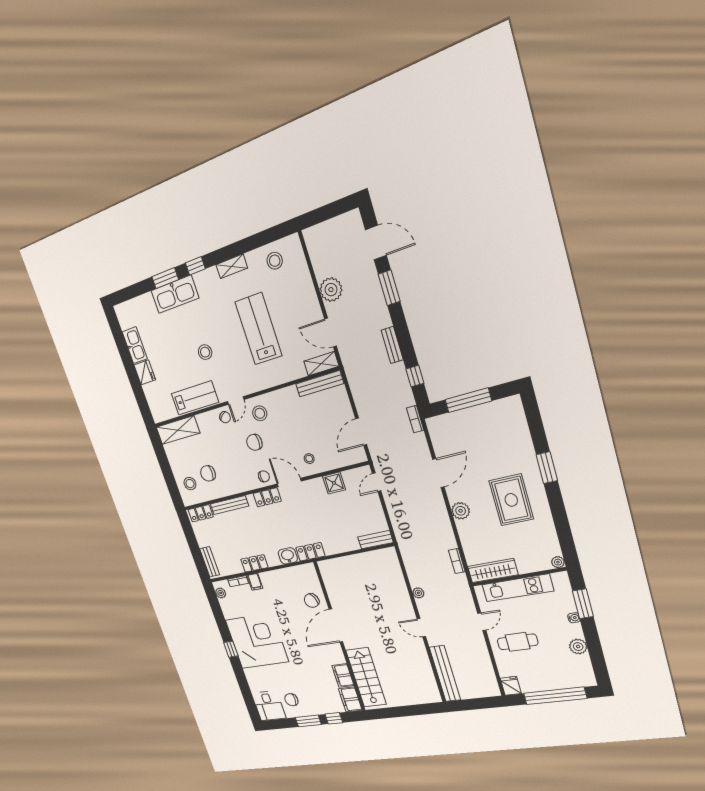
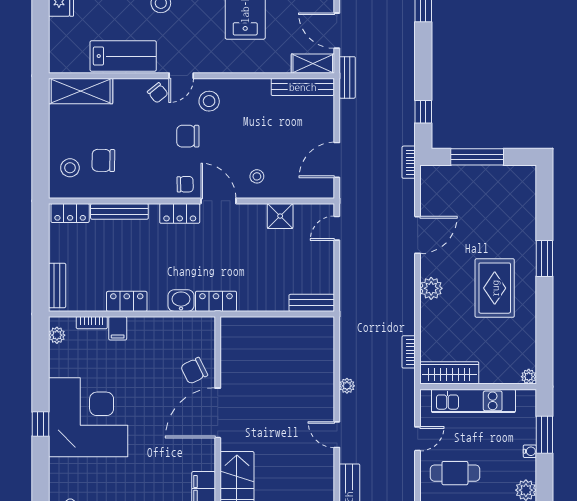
bench: (392, 345) -> (347, 77), moved

